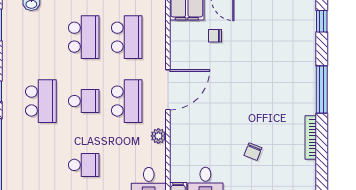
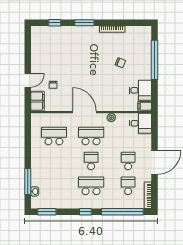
window: (322, 21) -> (55, 23), moved
school desk: (84, 37) -> (128, 186), moved, width x0.54
window: (322, 89) -> (84, 23), width x0.69

